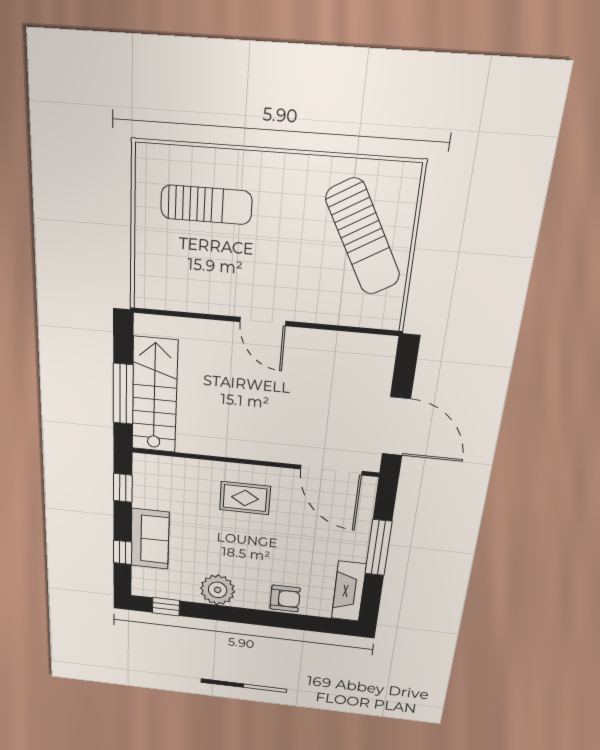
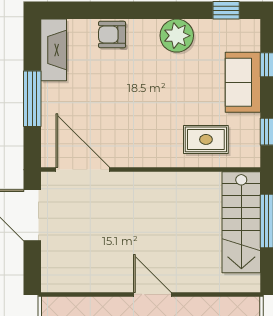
rug: (245, 498) -> (206, 139), moved

